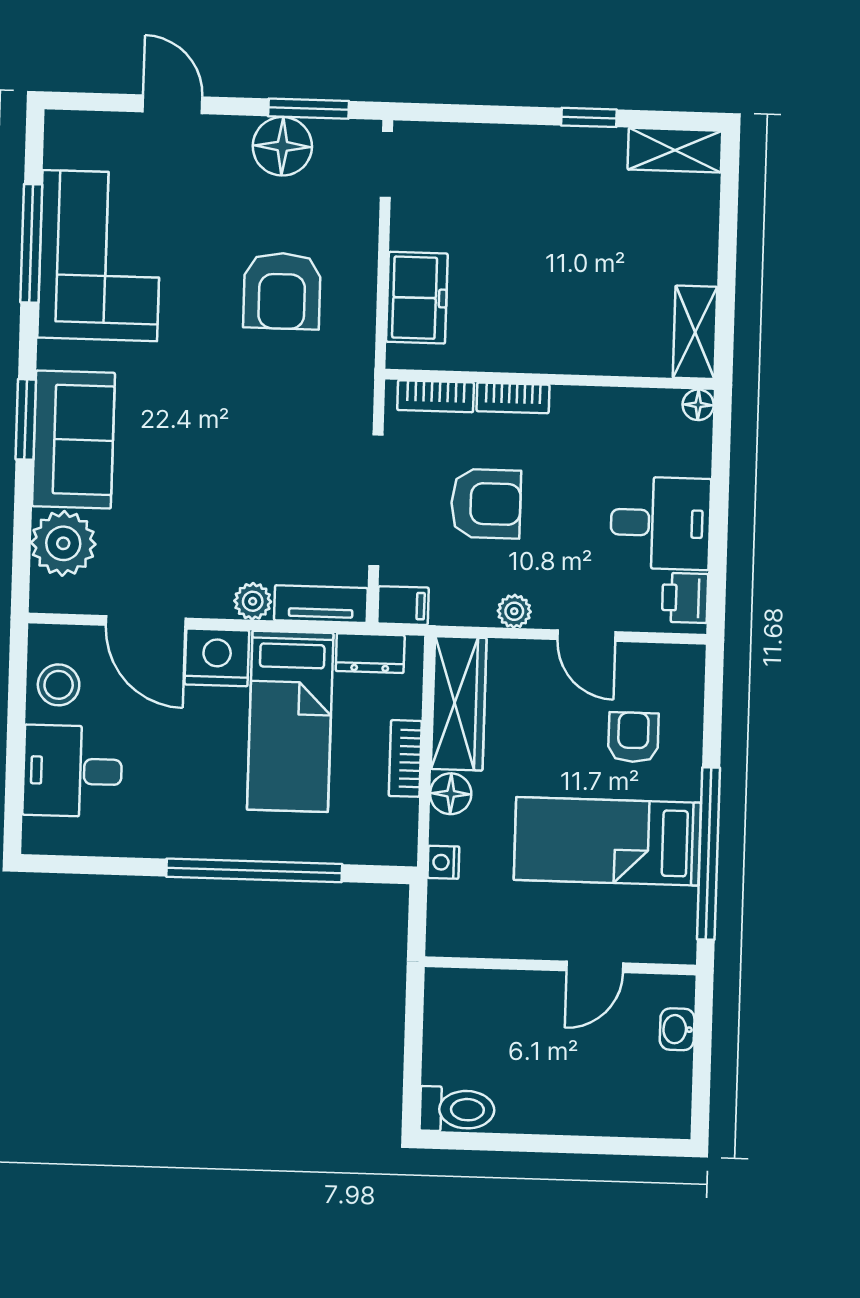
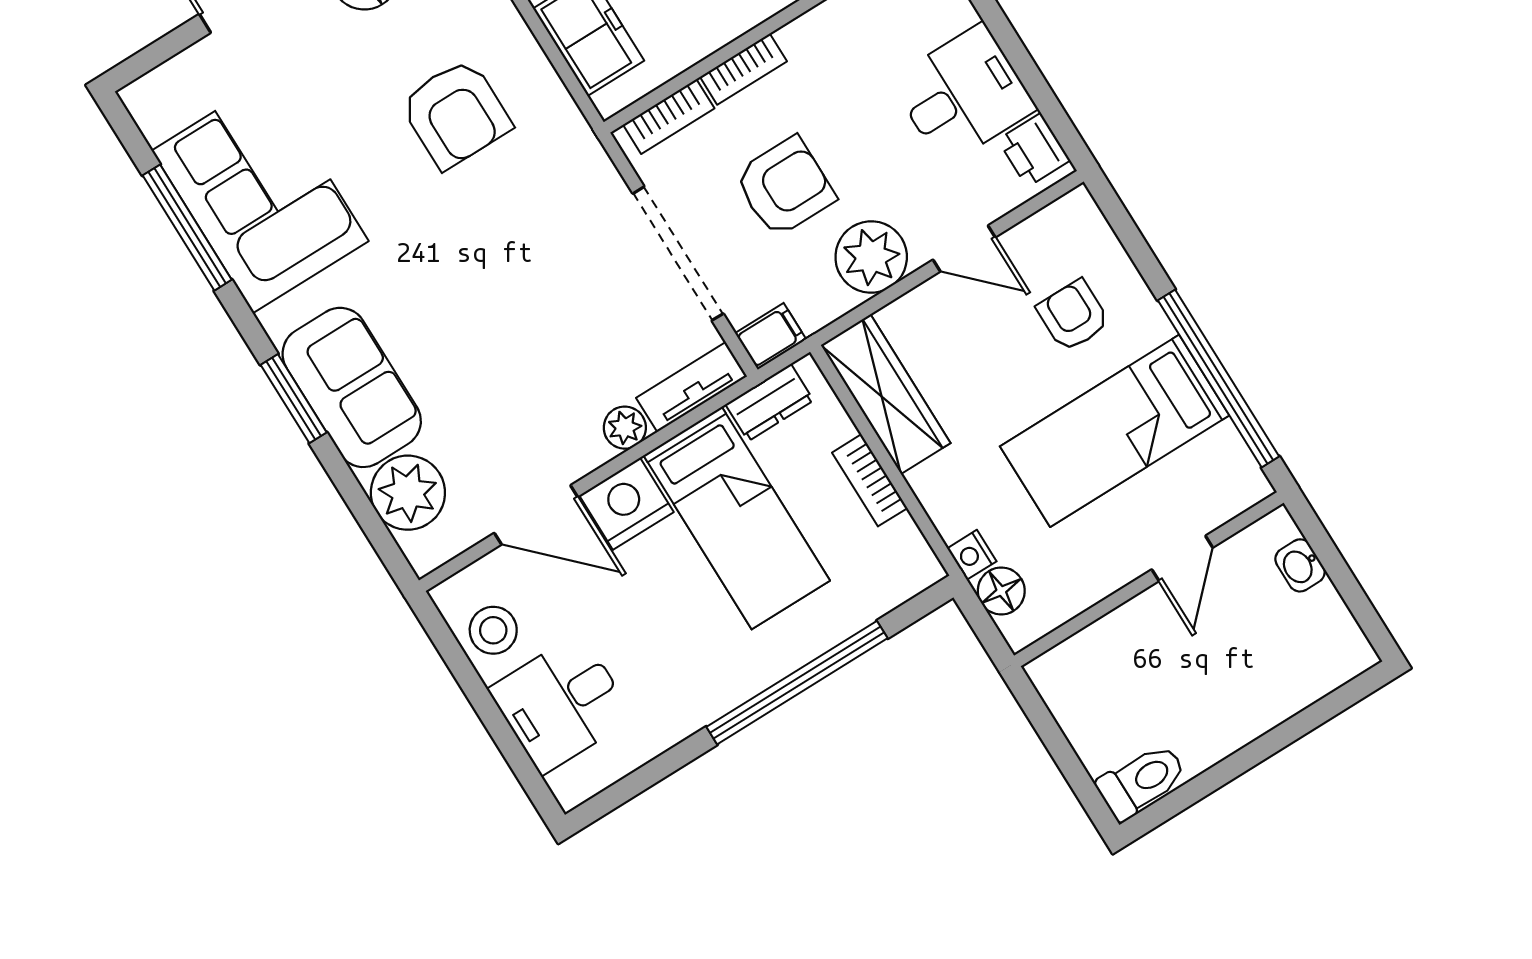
plant: (514, 611) -> (871, 257), width x1.87, depth x1.87
floor lamp: (451, 794) -> (1001, 591), moved

